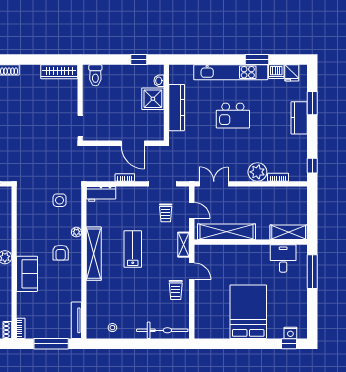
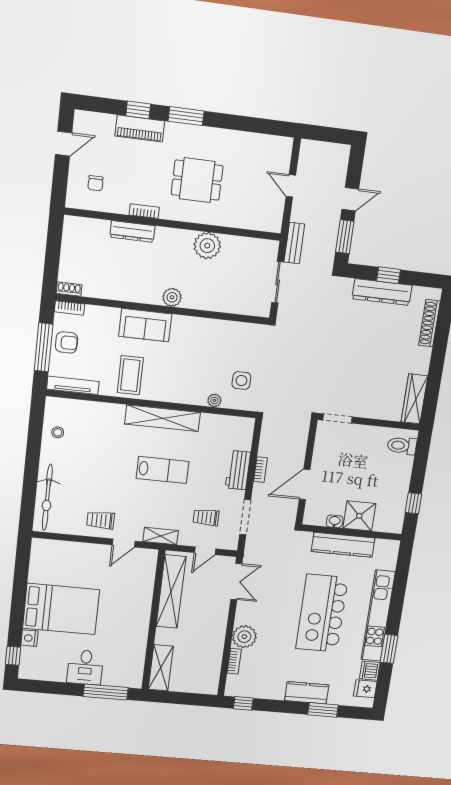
washbasin: (159, 81) -> (335, 521), moved
kitchen island: (233, 116) -> (322, 613), width x1.87, depth x1.28
workbench: (101, 194) -> (238, 470), moved
plant: (76, 232) -> (214, 400), moved
armchair: (61, 253) -> (67, 342), moved, turned 180
desk: (283, 258) -> (85, 667), moved, turned 90
coffee table: (64, 280) -> (130, 375), added
nightstand: (290, 333) -> (29, 638), moved

